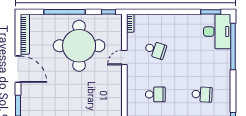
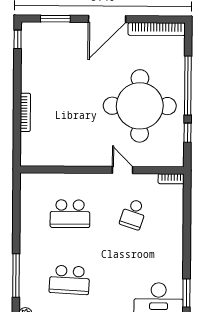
window: (109, 12) -> (188, 133), moved
school desk: (155, 94) -> (70, 214), width x1.85
school desk: (202, 94) -> (70, 280), width x1.85

